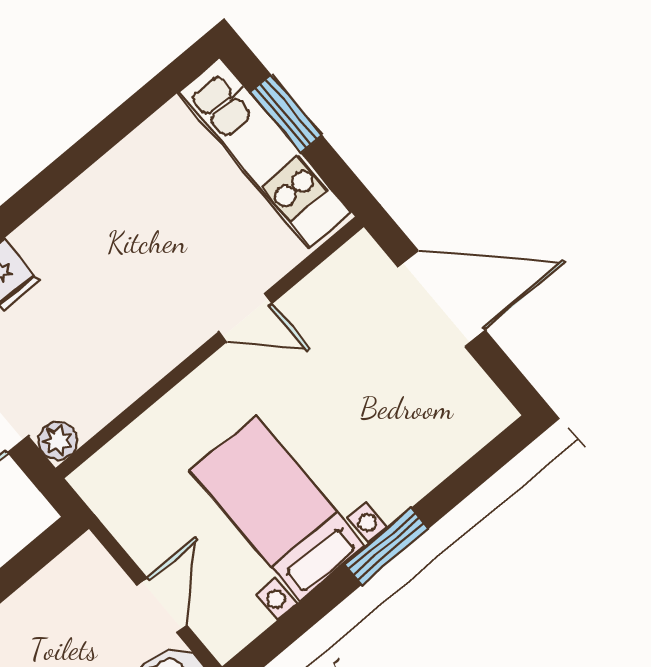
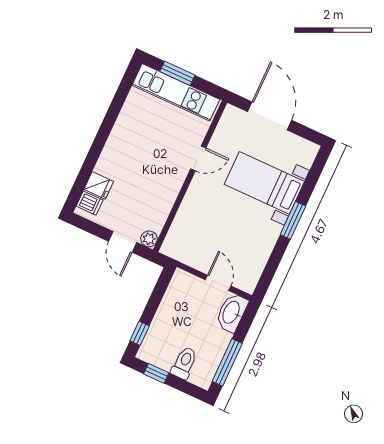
door: (442, 299) -> (270, 116), hinge flipped
bed with nightstands: (278, 509) -> (264, 183), moved

